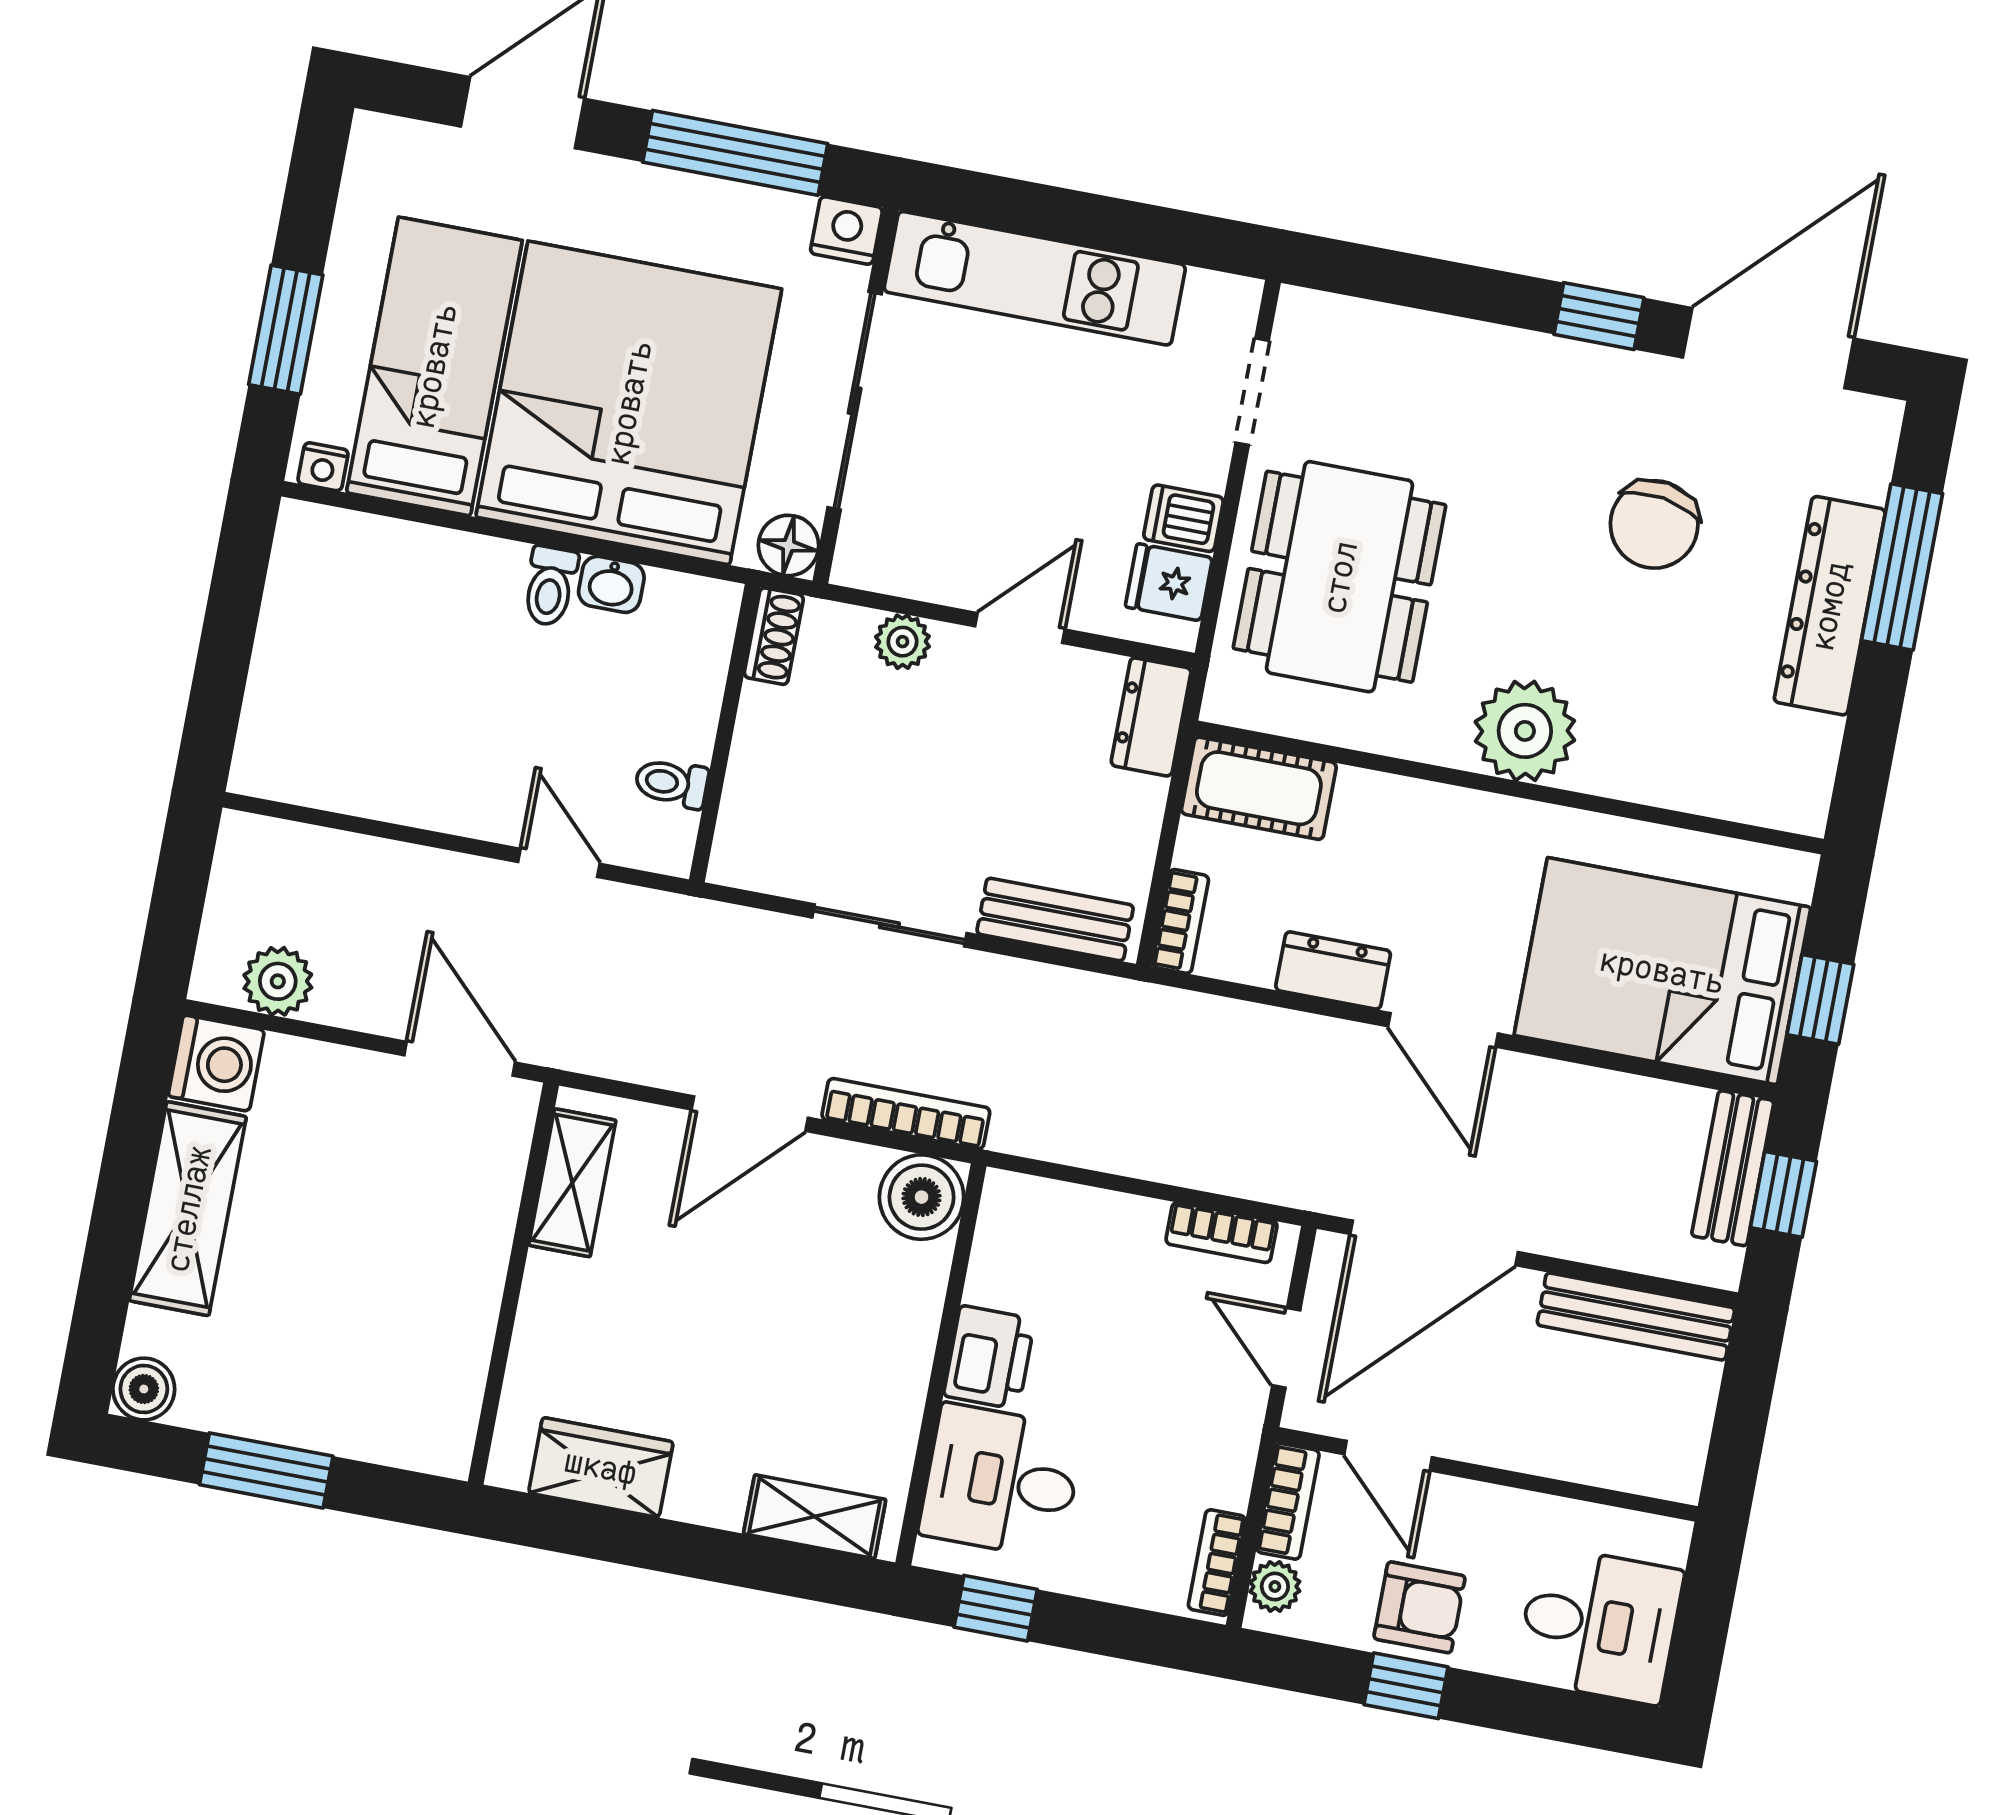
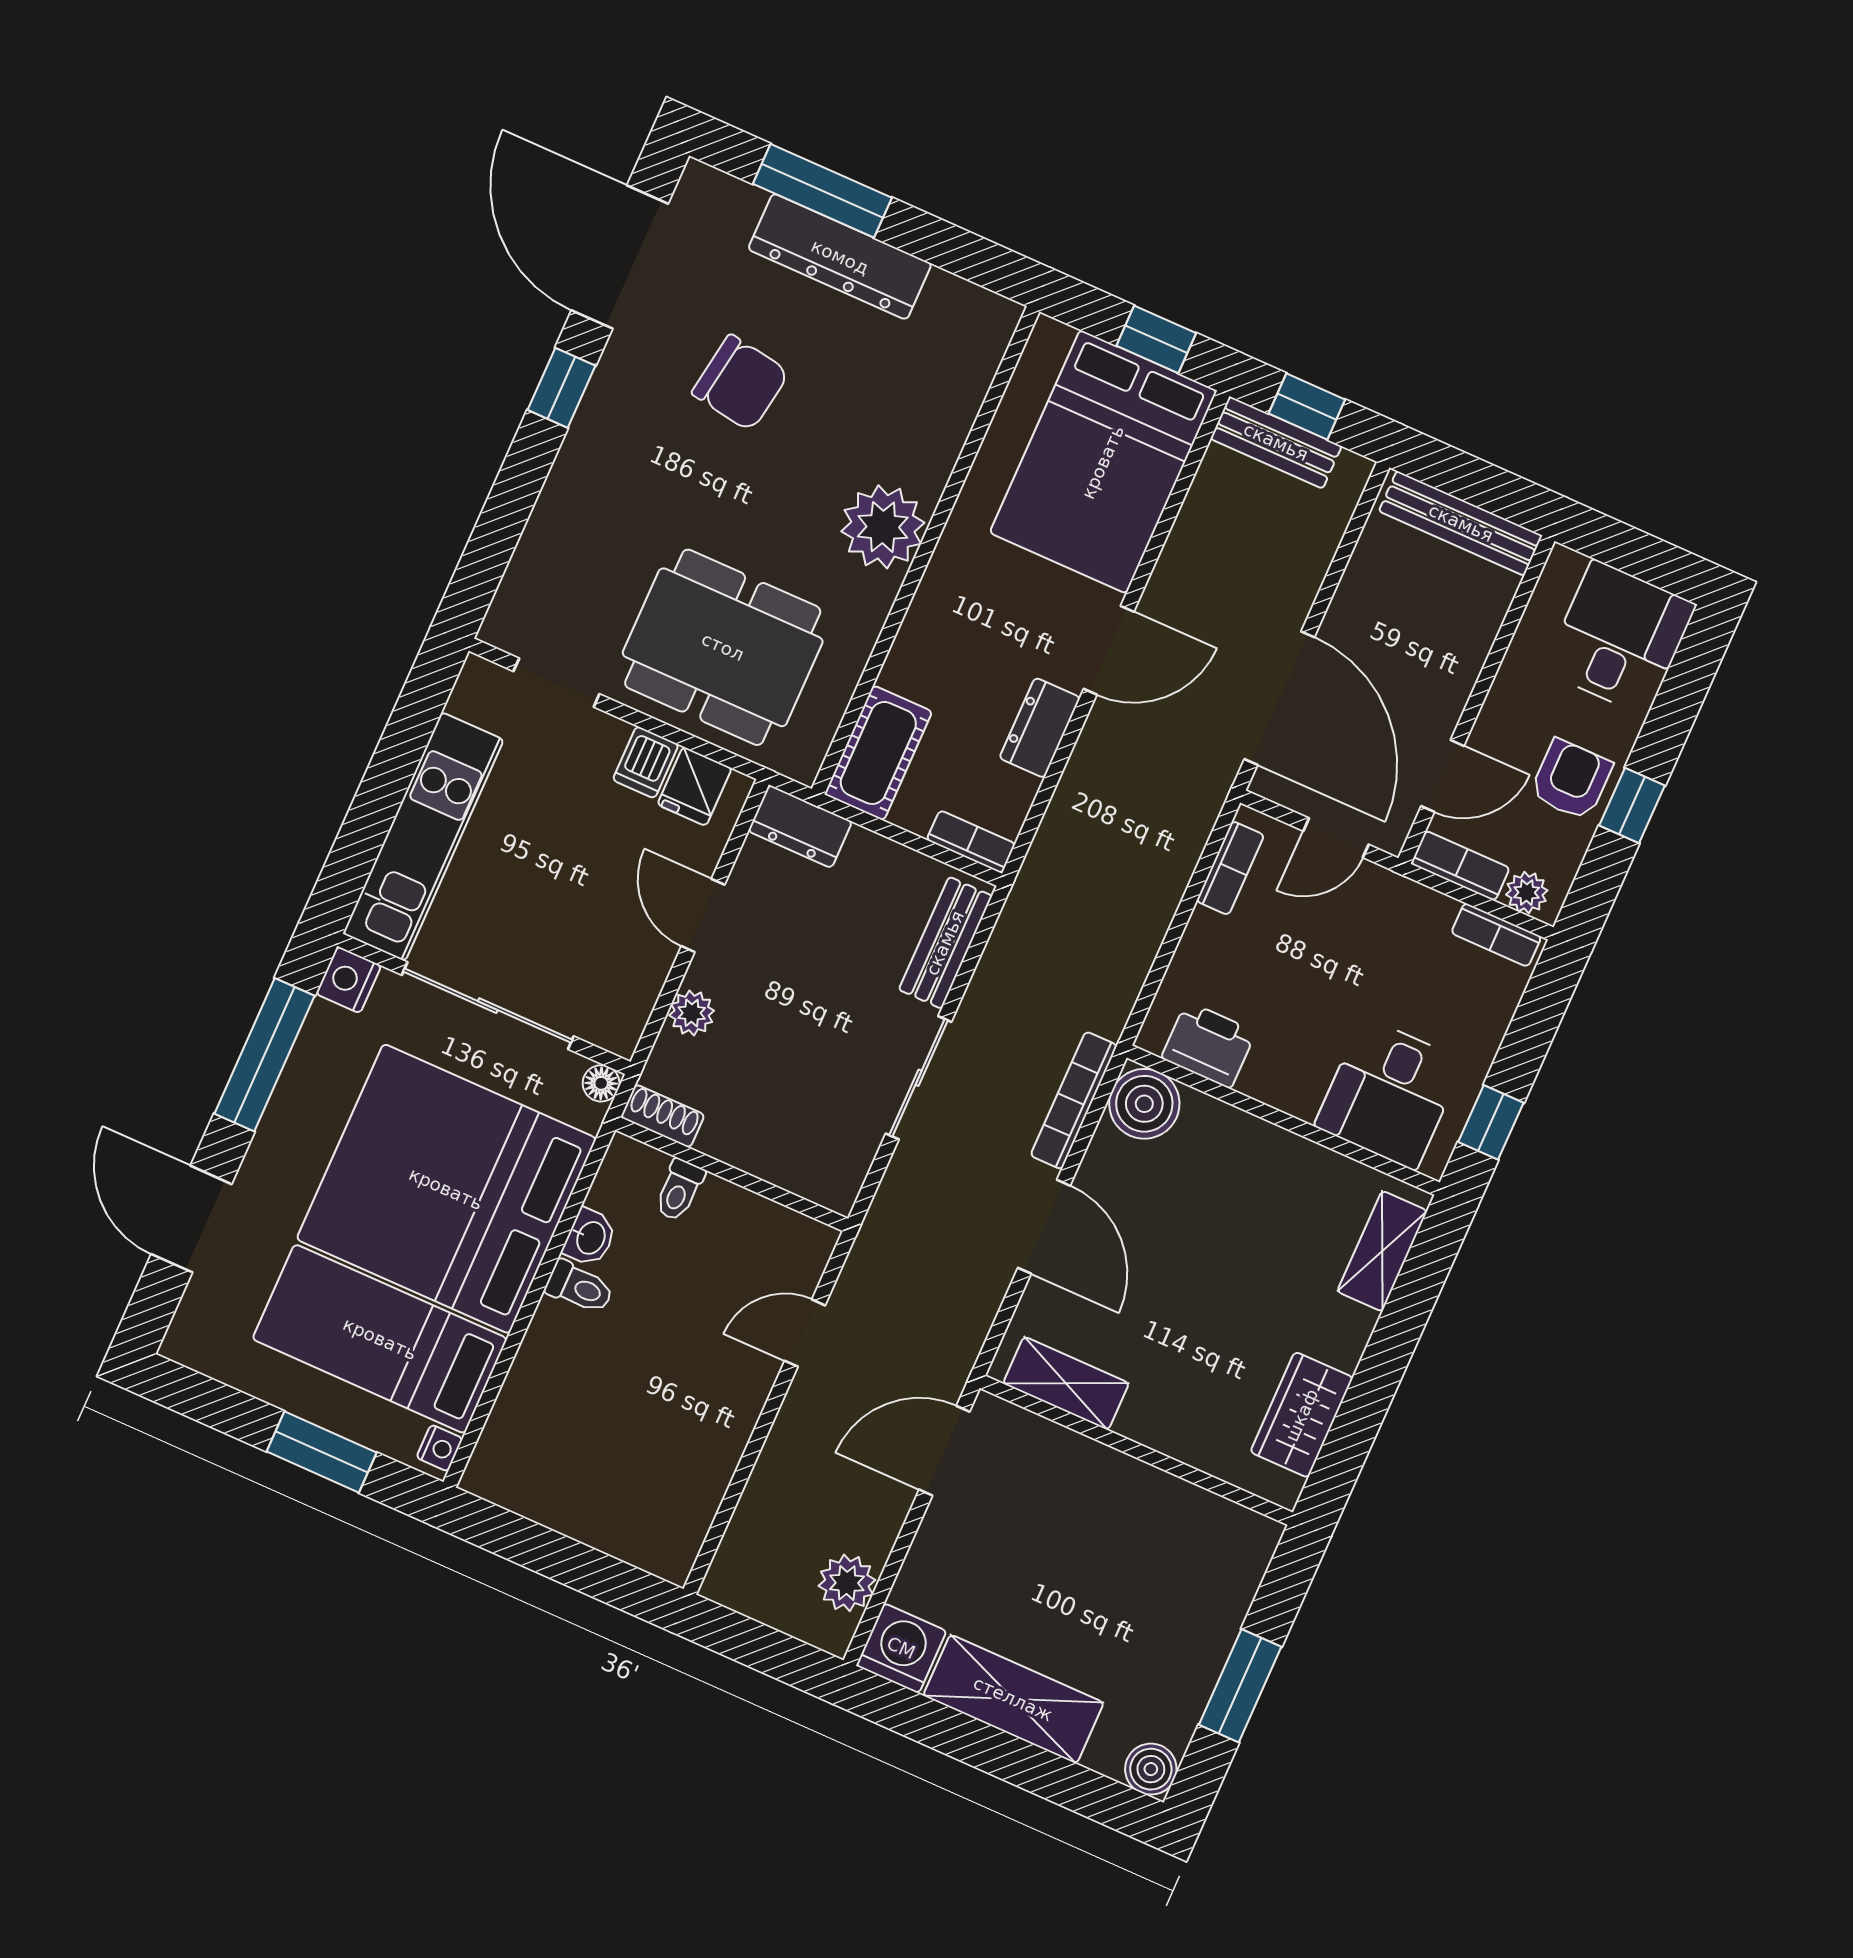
floor lamp: (788, 545) -> (601, 1083), width x0.73, depth x0.73
toilet: (672, 783) -> (679, 1190), moved
bench: (1636, 1316) -> (1461, 523), moved, turned 90
printer: (989, 1357) -> (1209, 1045), moved

